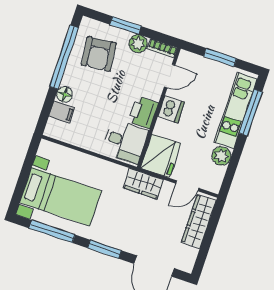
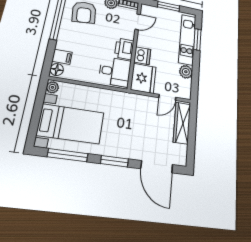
floor lamp: (64, 94) -> (57, 70), moved
dishwasher: (171, 109) -> (142, 56), moved
window: (251, 112) -> (197, 39), width x0.69
plant: (45, 149) -> (52, 87), added
wardrobe: (143, 184) -> (135, 102), removed

